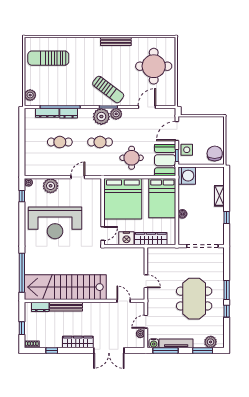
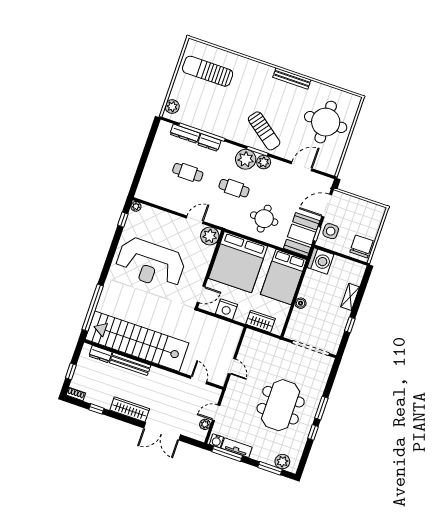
plant: (51, 186) -> (210, 236), moved
wardrobe: (151, 239) -> (261, 321), width x0.67
tv unit: (176, 343) -> (237, 448), width x0.71

